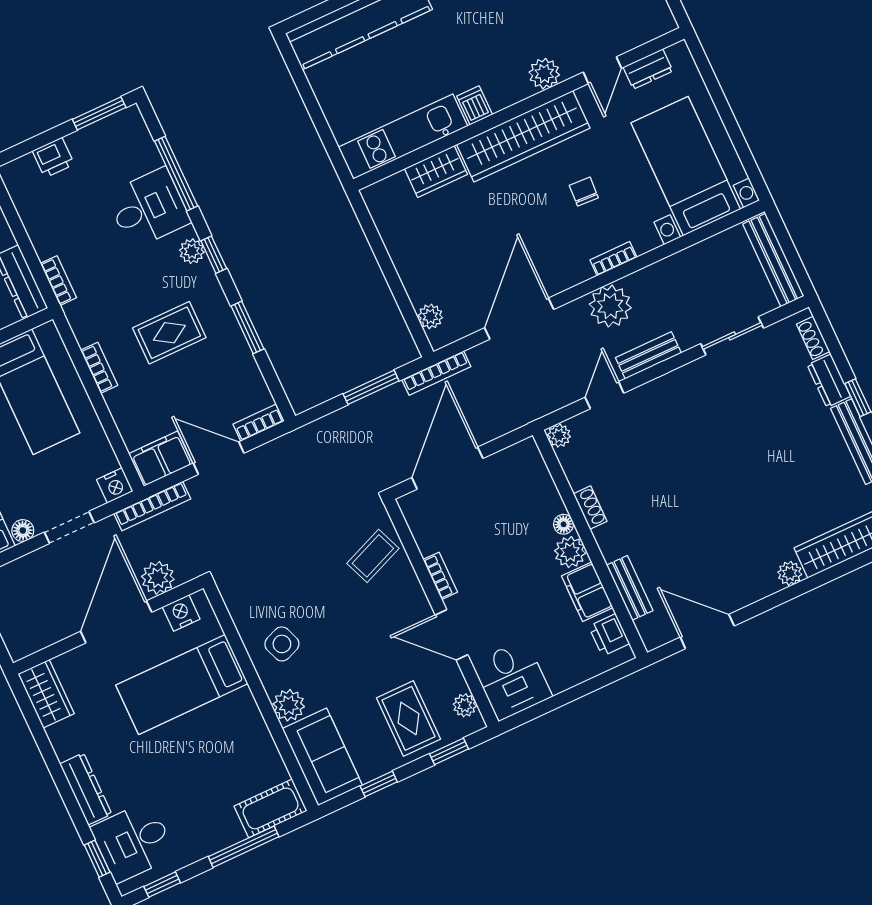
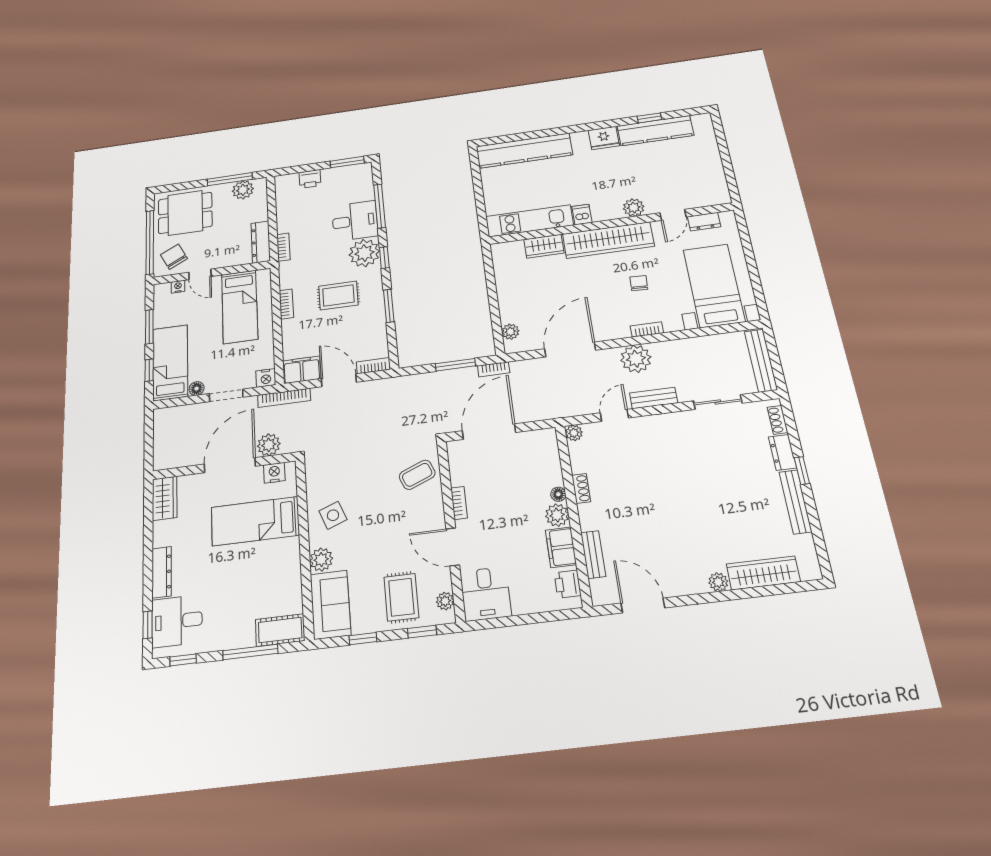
plant: (192, 251) -> (364, 253), width x1.88, depth x1.88
bookcase: (436, 373) -> (494, 369), width x0.64

